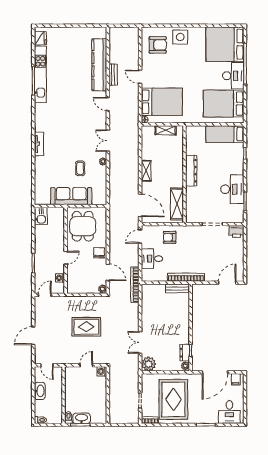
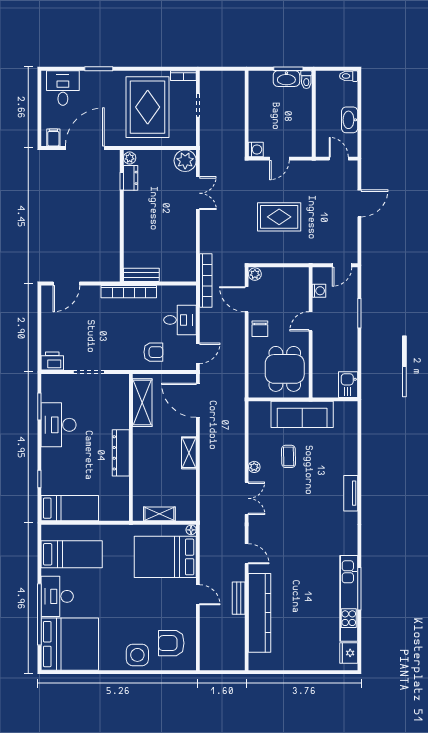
bed: (224, 104) -> (72, 554), width x0.67

